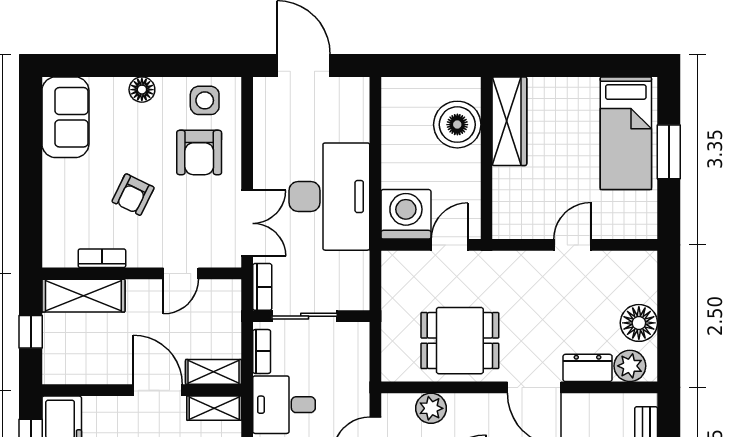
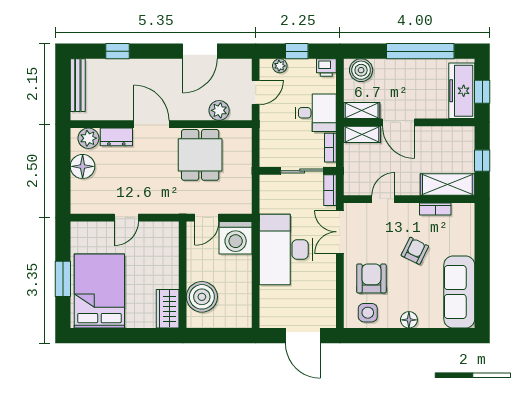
sofa: (65, 117) -> (459, 292), width x1.36
wardrobe: (509, 121) -> (168, 309), width x0.67
bed: (626, 133) -> (99, 291), width x1.50
dining table: (460, 341) -> (200, 155), turned 90

